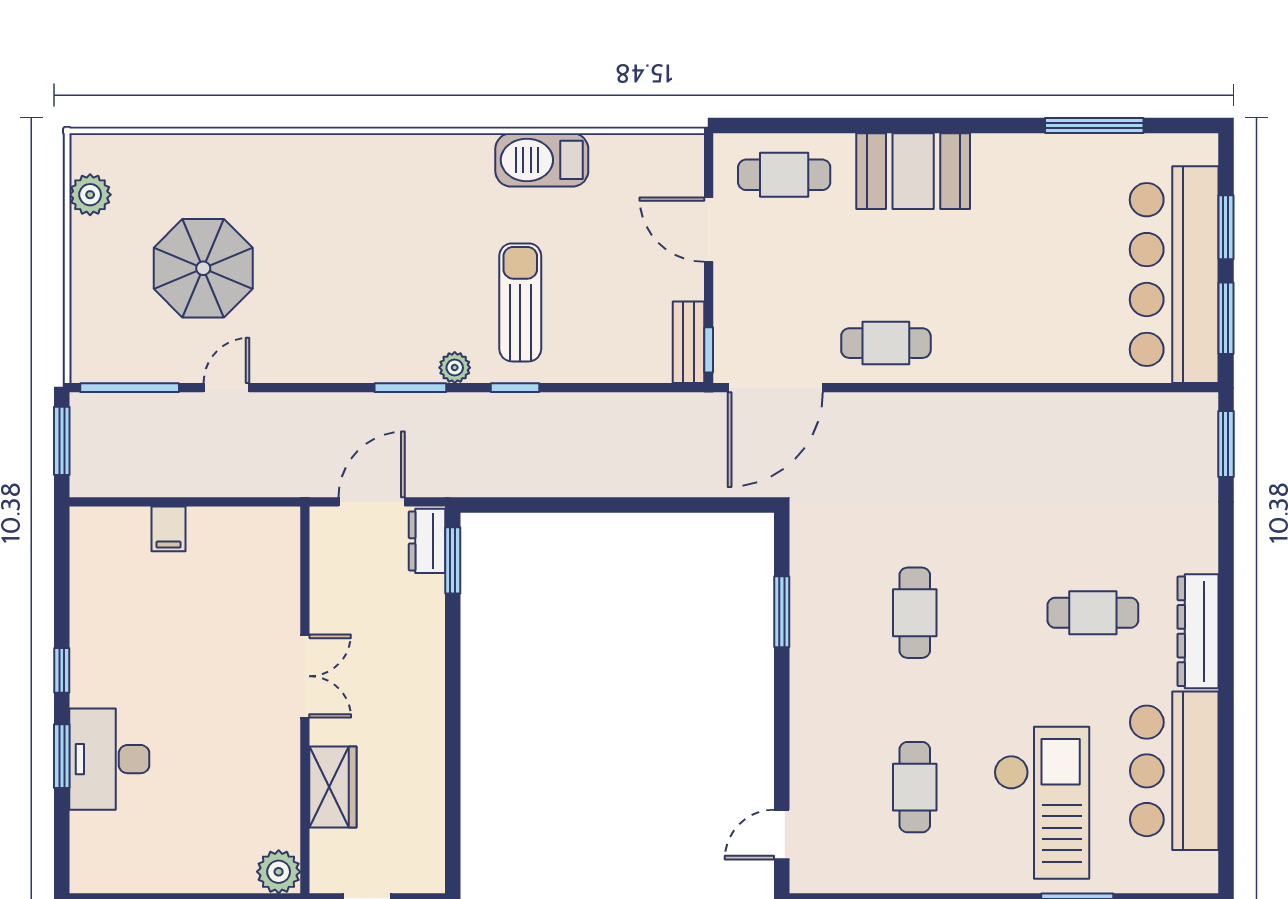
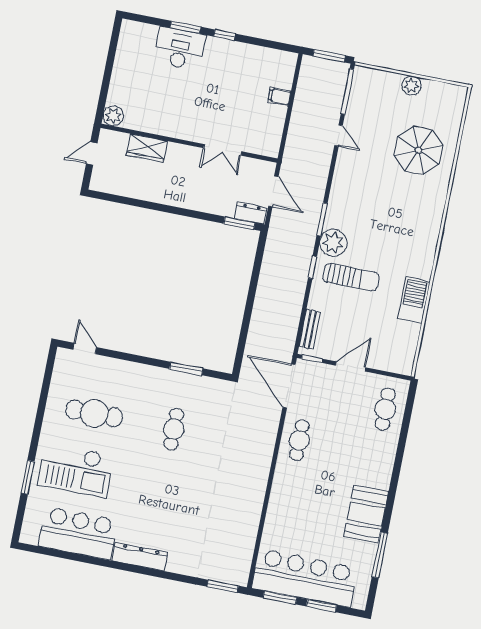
booth: (913, 171) -> (366, 514), moved
plant: (90, 195) -> (411, 85), moved
door: (709, 230) -> (351, 366), moved
parasol: (203, 268) -> (418, 150), moved
bench: (688, 342) -> (310, 329), moved, turned 90
plant: (455, 368) -> (333, 243), width x1.87, depth x1.87
cafe table: (915, 613) -> (174, 429), turned 90
cafe table: (1093, 613) -> (158, 510), removed
double door: (305, 676) -> (223, 150), moved
cafe table: (915, 787) -> (94, 413), width x1.37, depth x1.35

